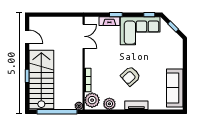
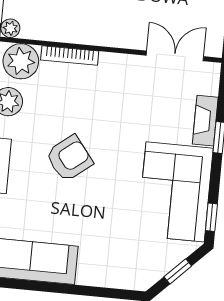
double door: (84, 36) -> (175, 56), swing flipped
armchair: (130, 76) -> (69, 158), turned 94

